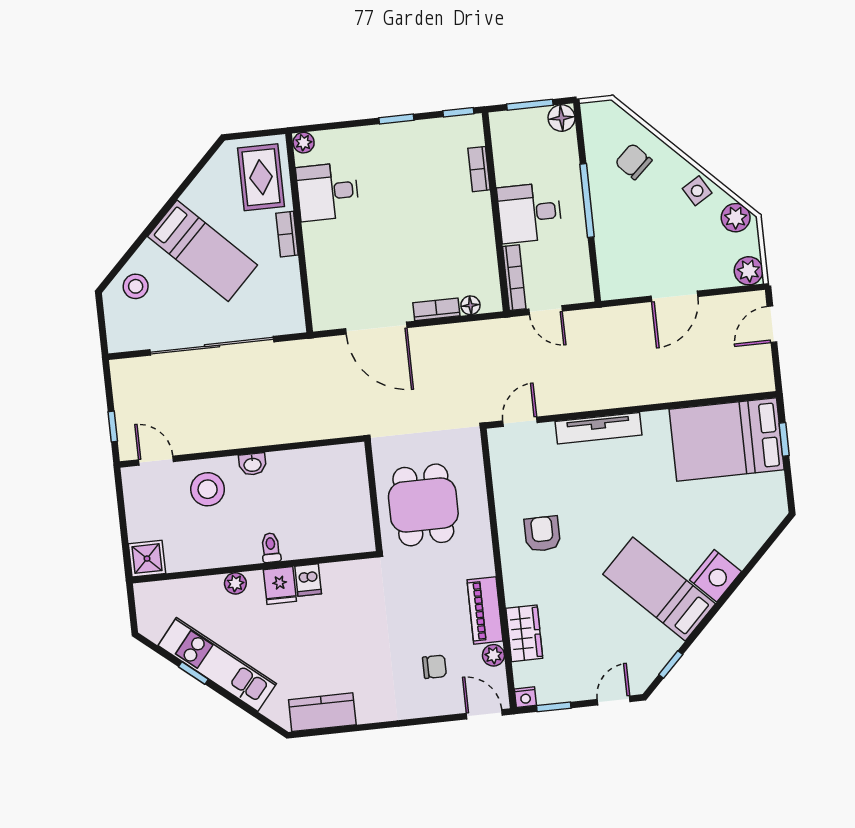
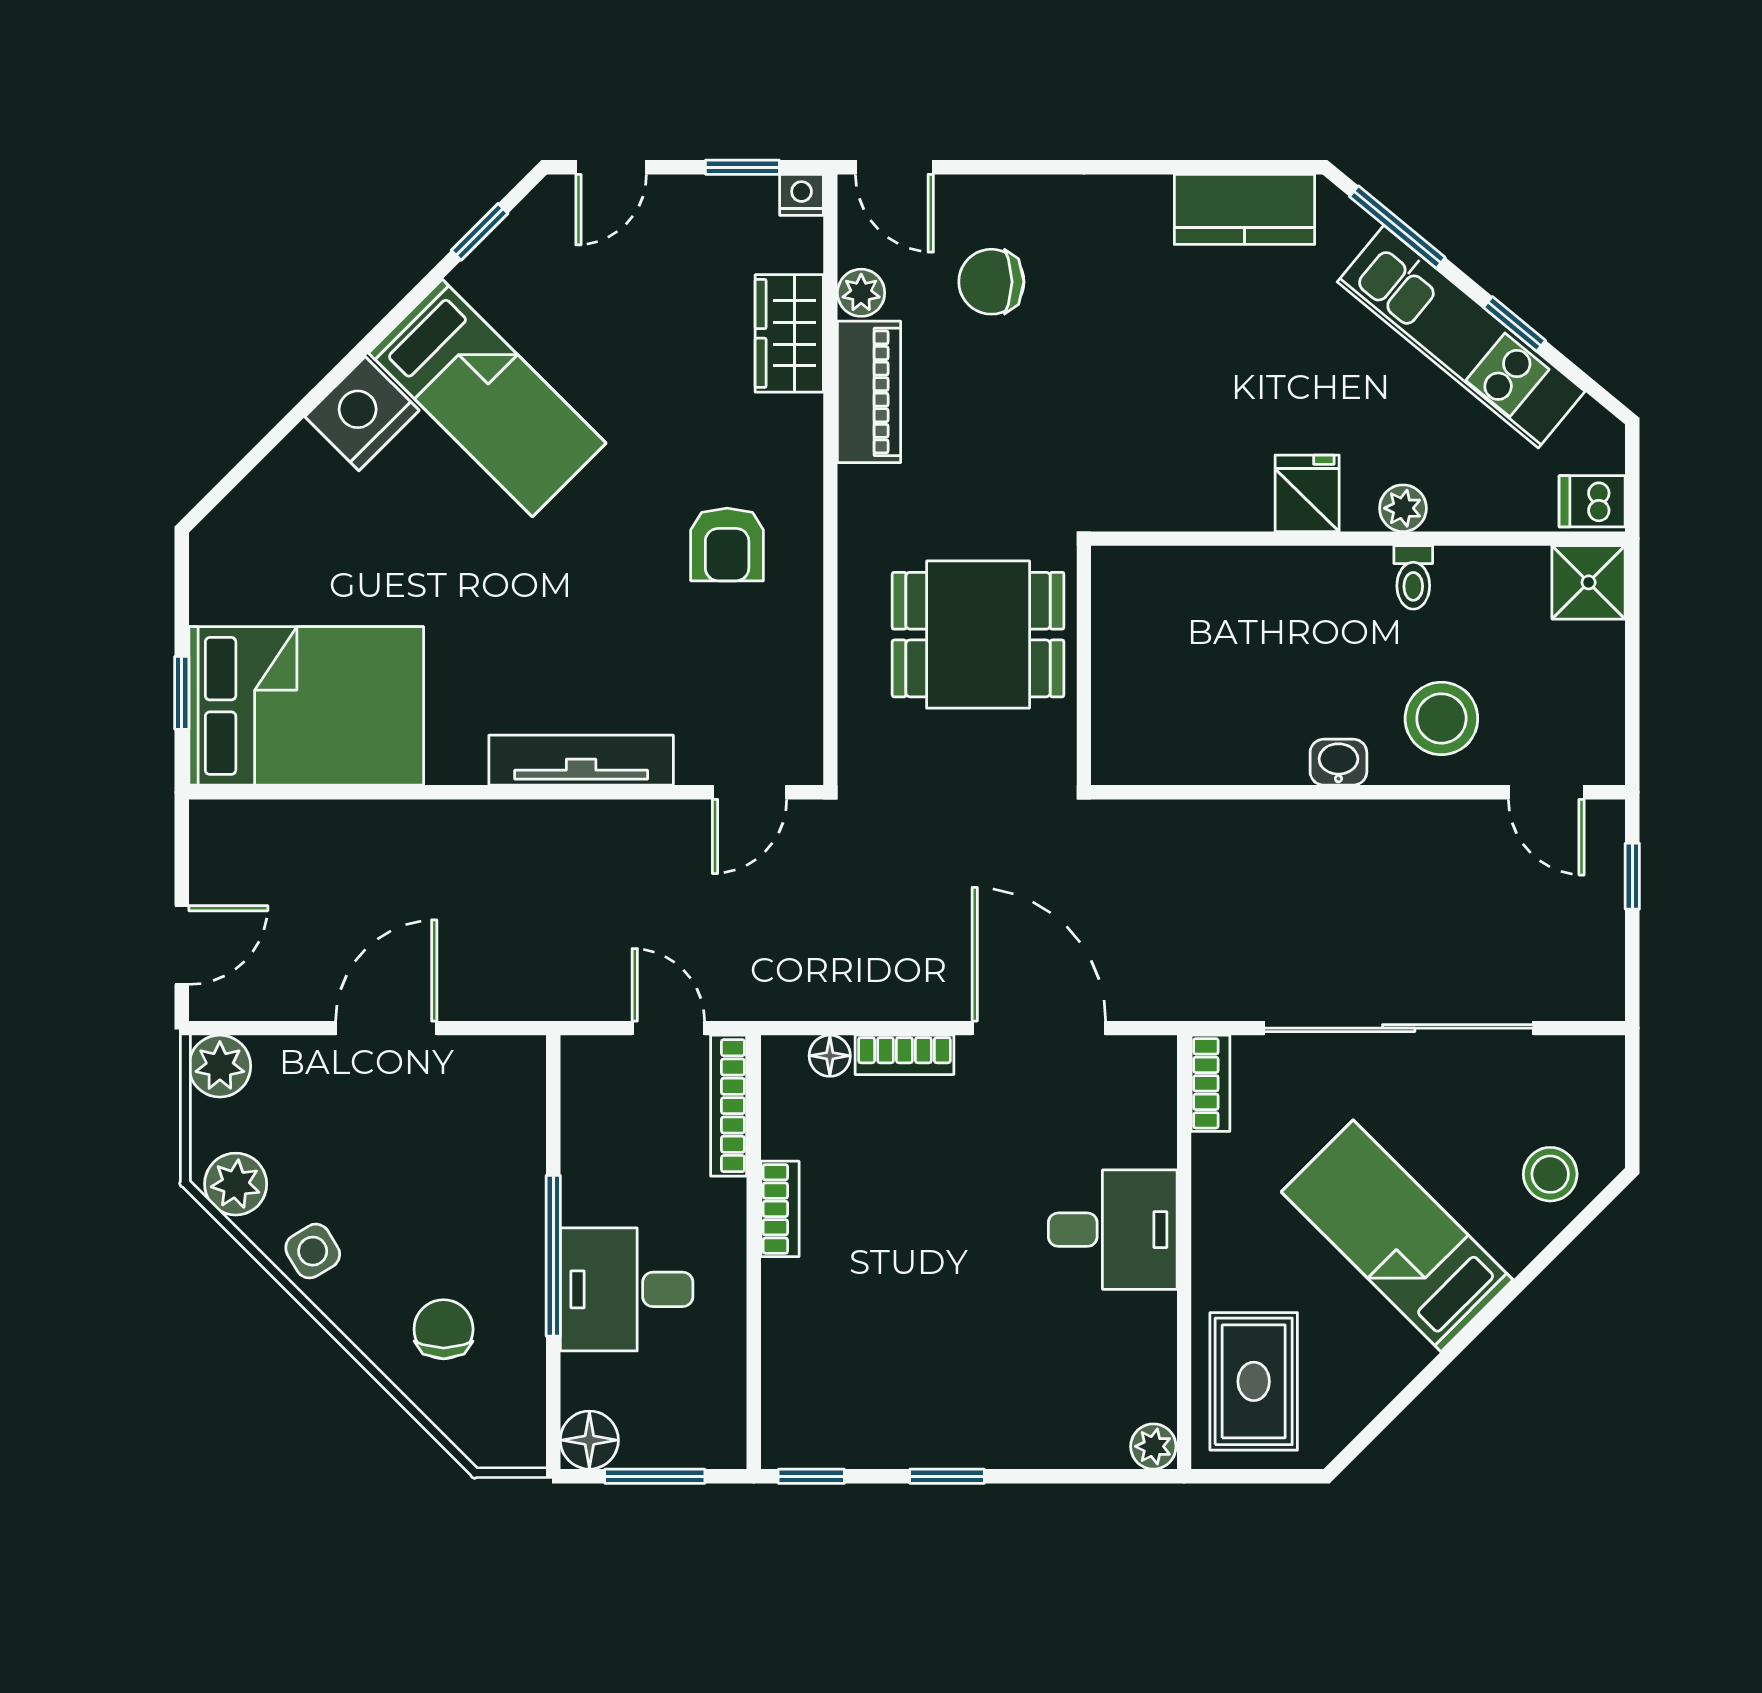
chair: (634, 162) -> (444, 1329), turned -137
bookcase: (479, 169) -> (780, 1209), moved
desk: (328, 192) -> (1113, 1230), moved
desk: (530, 213) -> (627, 1289), moved, turned 180
bookcase: (287, 234) -> (1211, 1083), moved
dining table: (423, 505) -> (978, 635), turned 90
toilet: (271, 548) -> (1413, 577), moved
dishwasher: (308, 580) -> (1592, 501), moved, turned -90
chair: (434, 667) -> (991, 282), width x1.37, depth x1.37
window: (252, 712) -> (1397, 227), added

